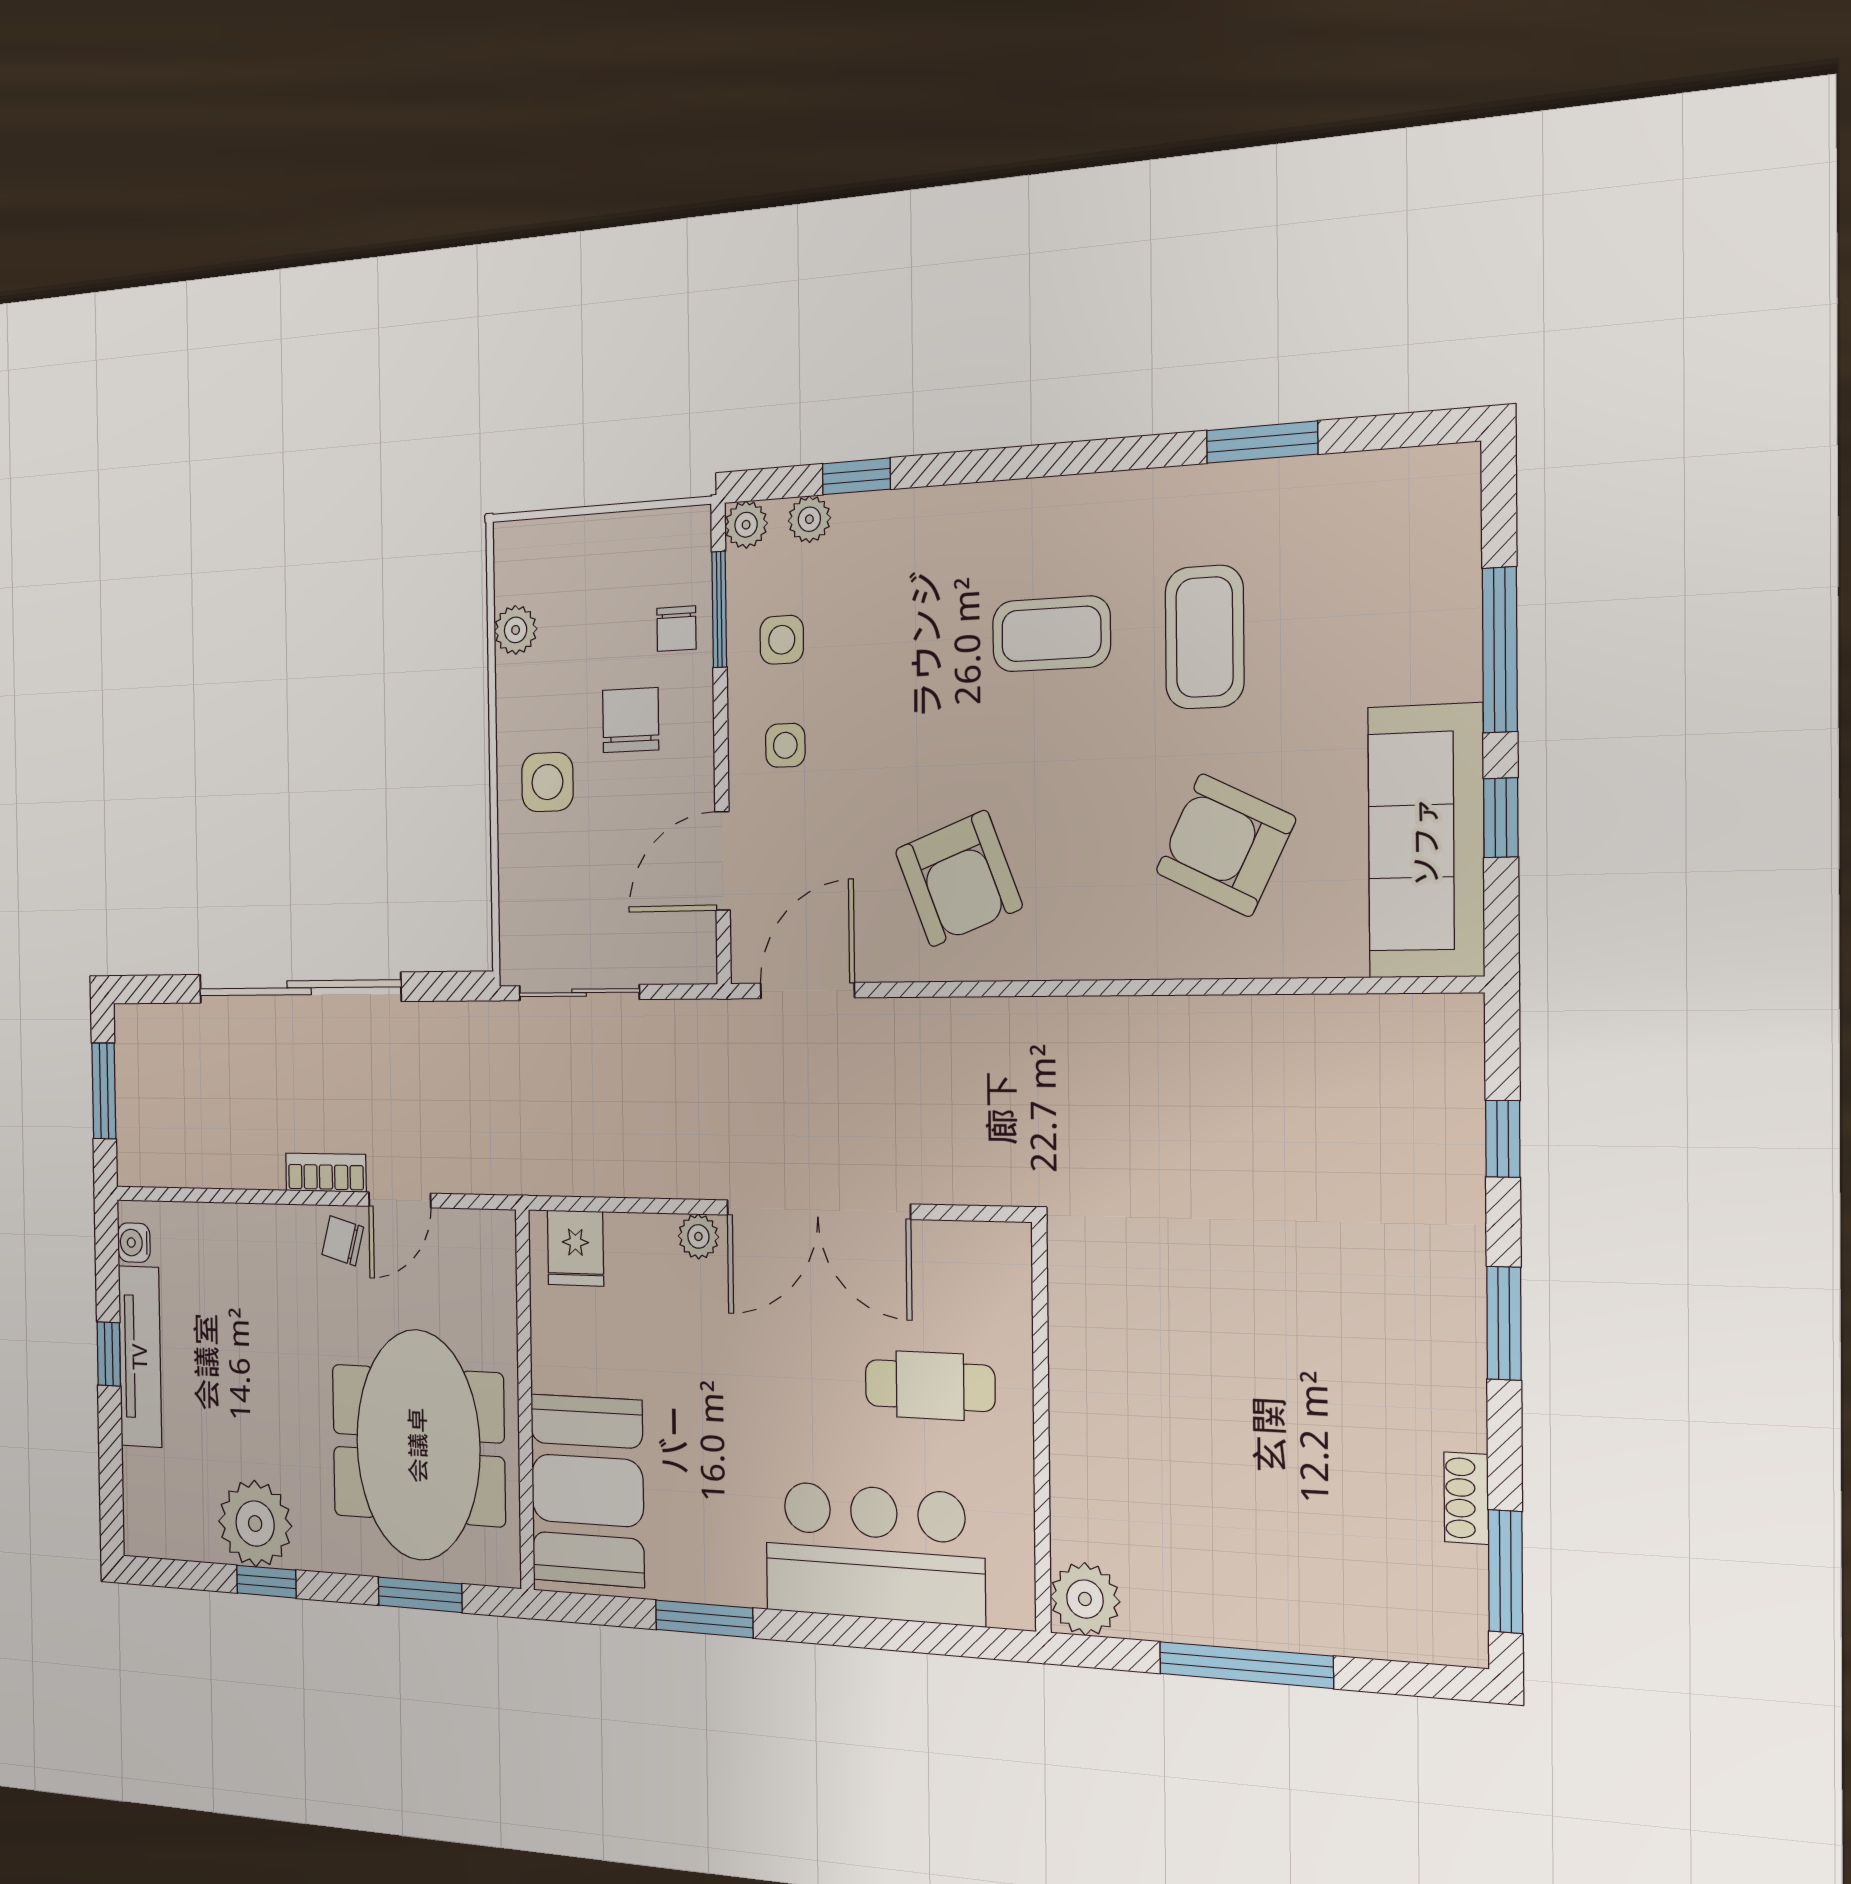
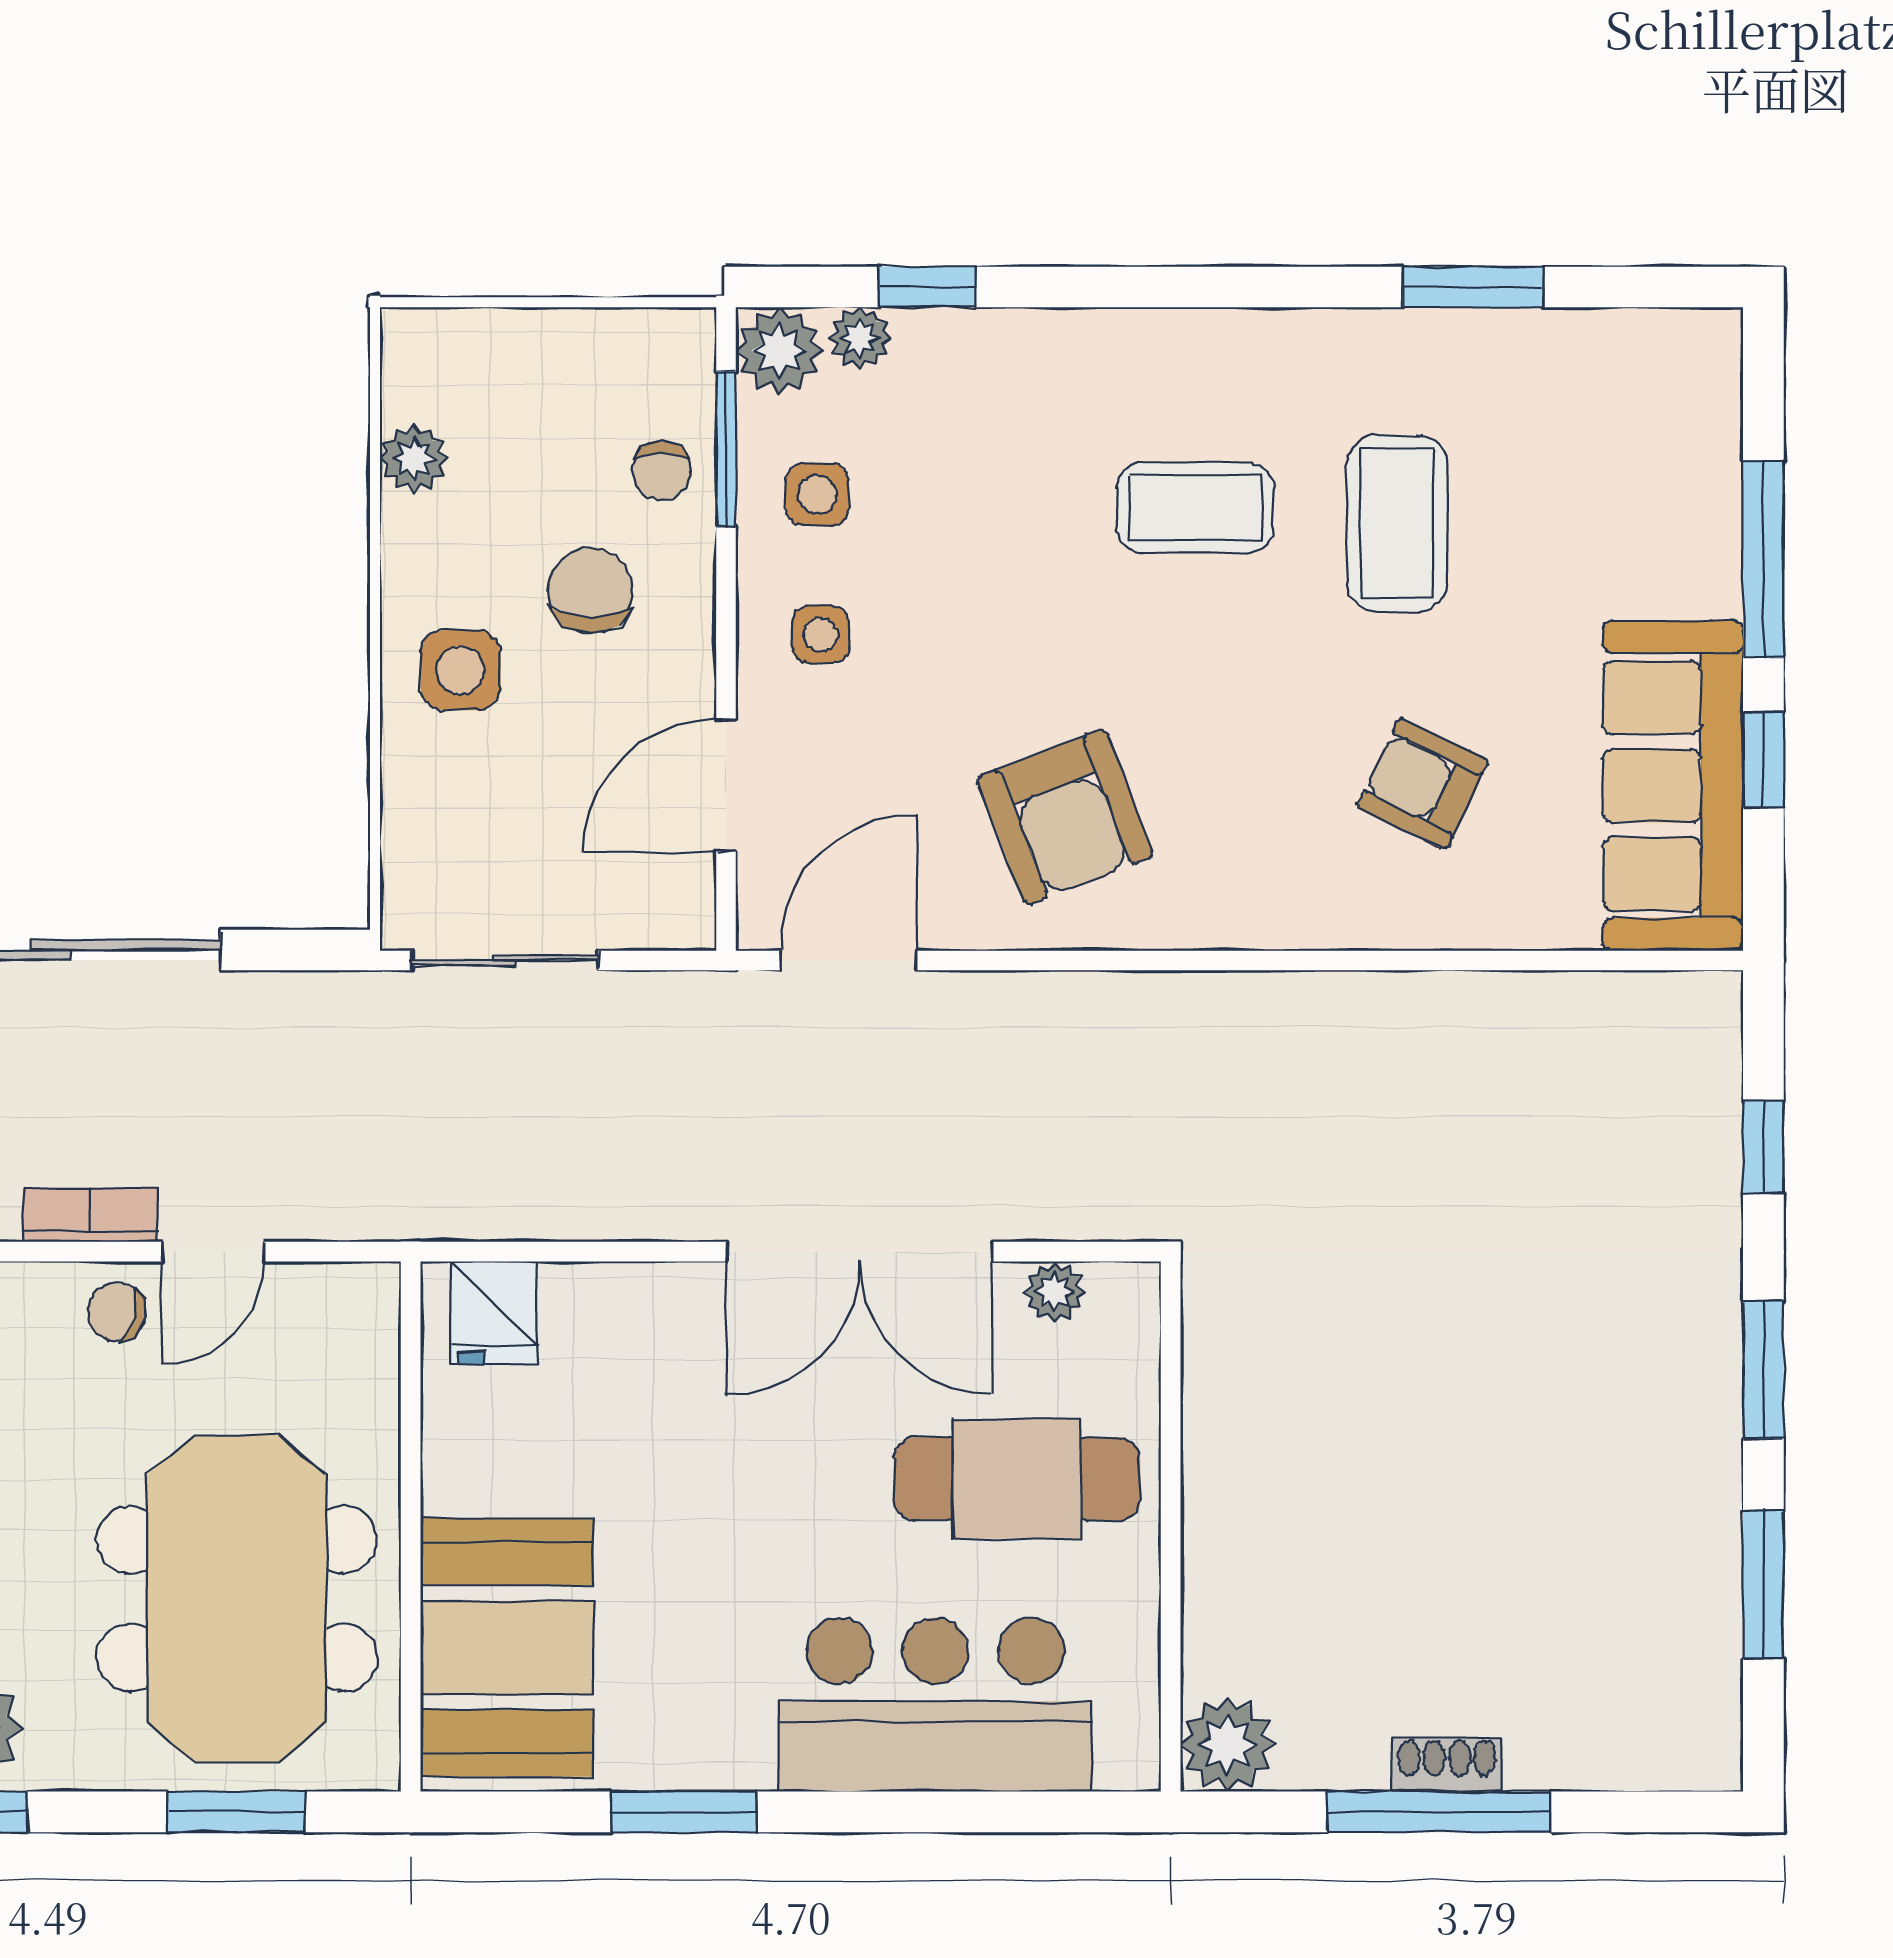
plant: (746, 525) -> (779, 350), width x1.38, depth x1.38
armchair: (1226, 845) -> (1422, 784), width x0.72, depth x0.72
plant: (698, 1236) -> (1054, 1292), moved
cafe table: (930, 1386) -> (1017, 1479), width x1.37, depth x1.35
shoe rack: (1466, 1498) -> (1447, 1765), moved, turned 90
window: (1505, 1571) -> (1763, 1585), moved

